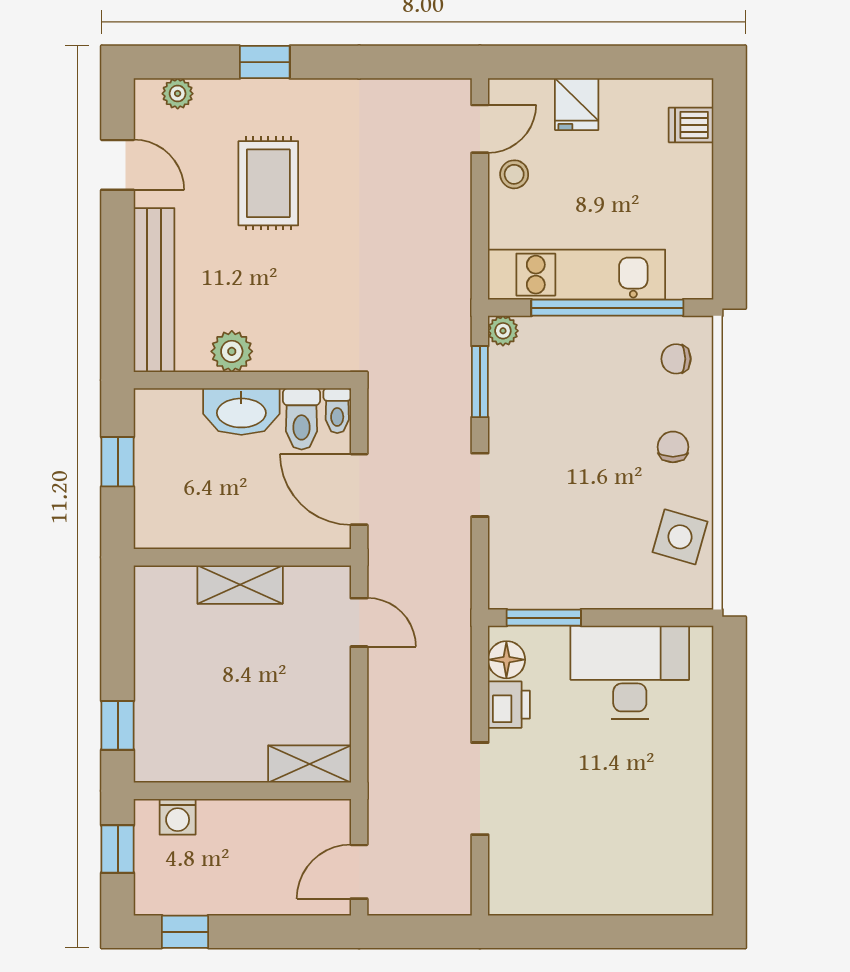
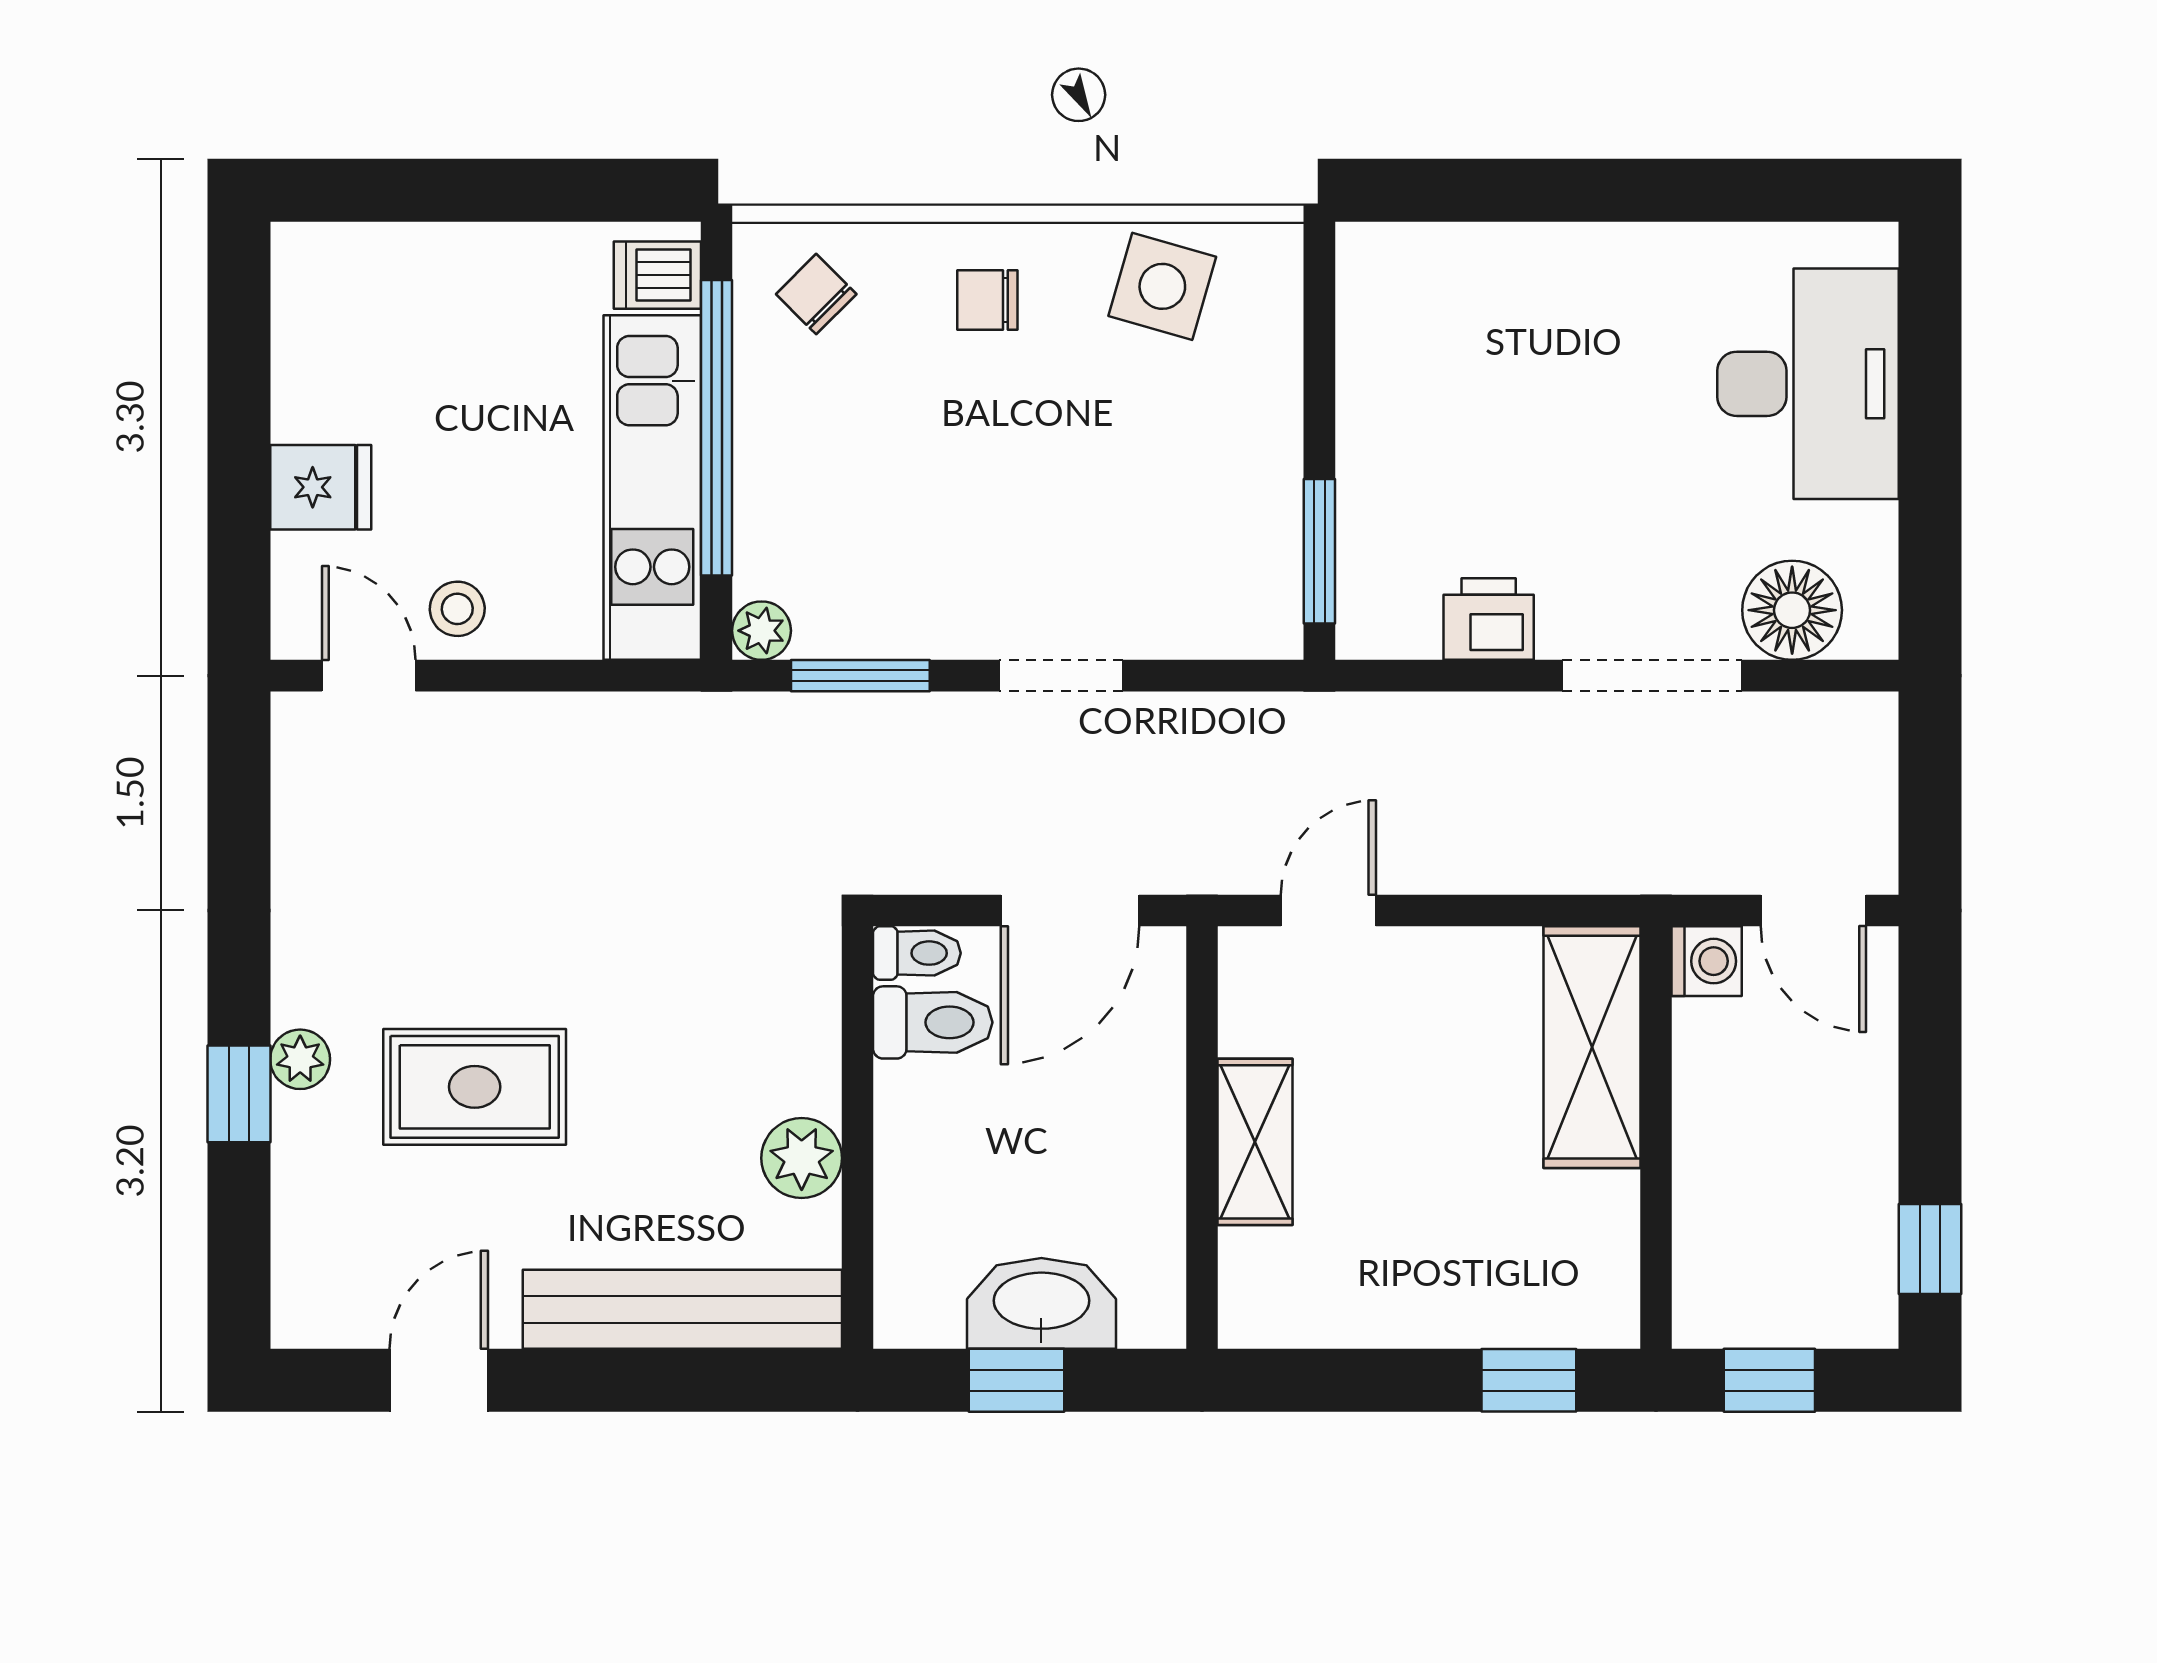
plant: (178, 94) -> (300, 1059), moved
dishwasher: (691, 125) -> (657, 275), moved, turned 90
chair: (676, 359) -> (816, 294), turned 135
washbasin: (241, 412) -> (1041, 1303), moved, turned -90
floor lamp: (506, 660) -> (1792, 610), moved, width x1.38, depth x1.38
desk: (630, 672) -> (1808, 384), moved, turned 180
shelving: (310, 764) -> (1592, 1047), width x1.50, depth x1.33
washing machine: (178, 817) -> (1707, 961), moved

